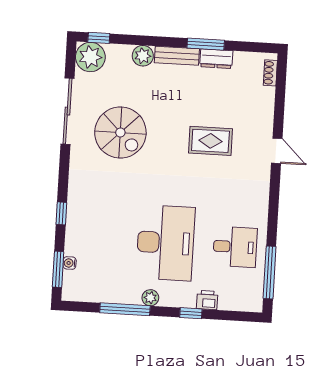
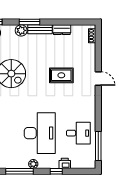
window: (206, 44) -> (29, 22), moved

